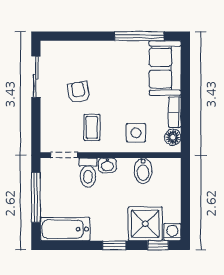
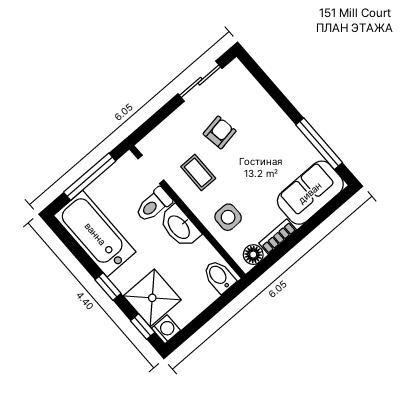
coffee table: (92, 127) -> (198, 172), turned 90
washbasin: (107, 165) -> (179, 227), width x1.91, depth x1.45
bidet: (143, 171) -> (219, 276), moved, turned 90
bathtub: (65, 229) -> (95, 234), width x1.36, depth x1.36

